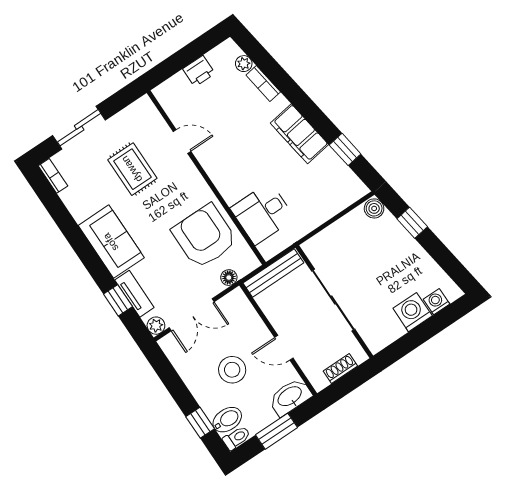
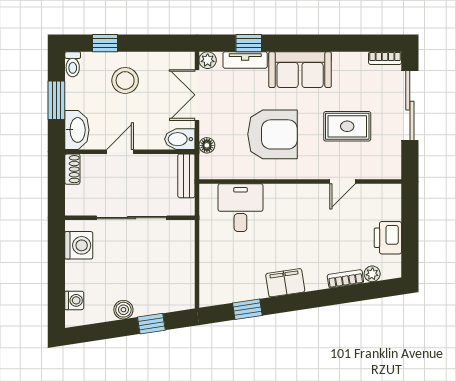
printer: (199, 71) -> (388, 238), width x1.36, depth x1.24
sliding door: (79, 128) -> (410, 106), width x1.37
filing cabinet: (299, 134) -> (285, 283), width x0.67, depth x0.86
boiler: (374, 208) -> (123, 310), moved
armchair: (204, 236) -> (273, 134), moved
bench: (273, 273) -> (186, 176), width x0.73
washing machine: (413, 312) -> (79, 245), moved
shoe rack: (340, 369) -> (72, 169), moved
stool: (232, 370) -> (125, 80), moved
bidet: (227, 420) -> (180, 139), moved, turned 90

